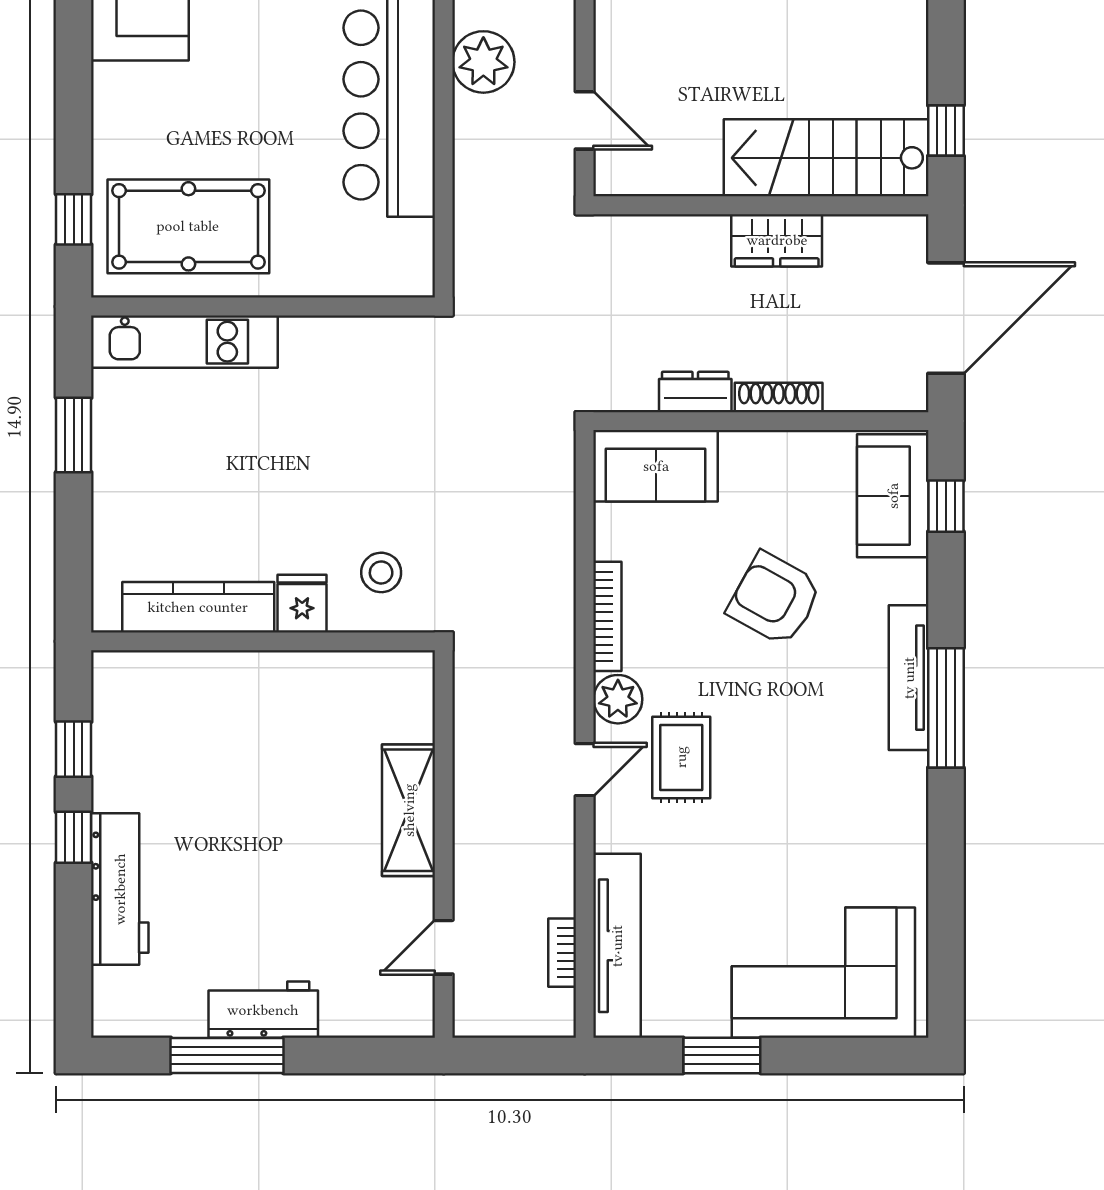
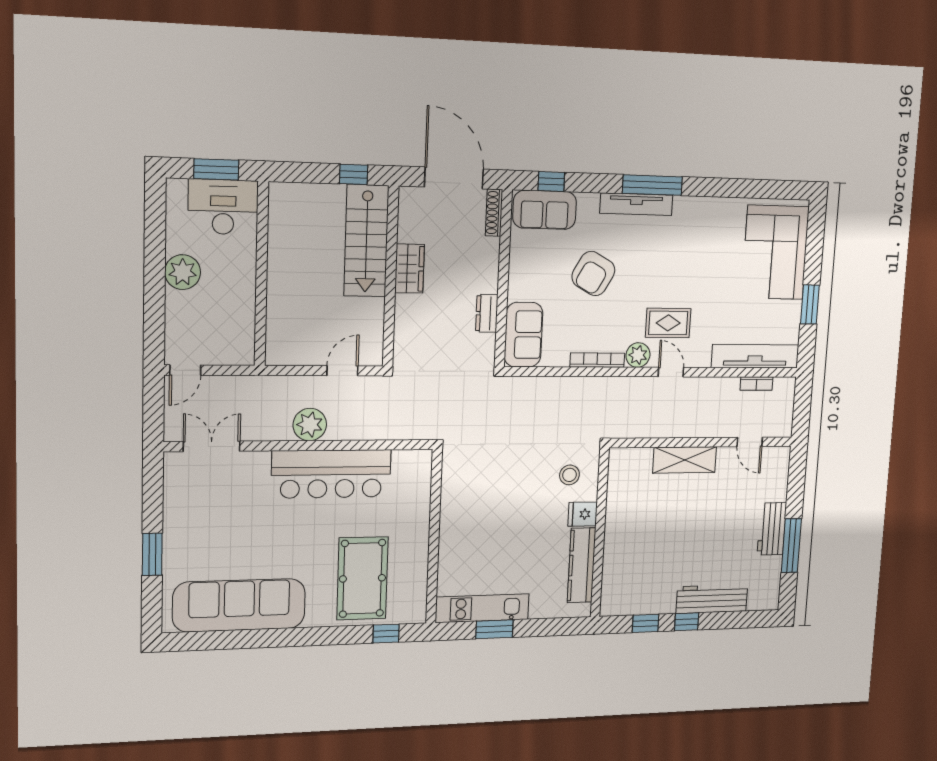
pool table: (188, 226) -> (362, 578), moved
kitchen unit: (184, 342) -> (482, 608), moved, turned -90
shoe rack: (779, 397) -> (494, 213), moved

